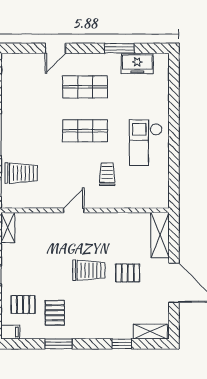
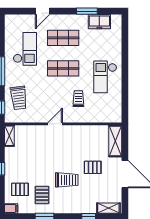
checkout: (30, 103) -> (25, 49), added
trolley: (21, 173) -> (19, 98), turned 83
trolley: (89, 270) -> (67, 180), moved

